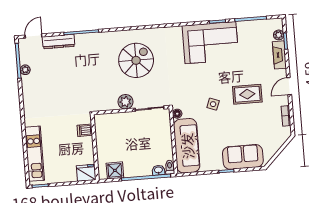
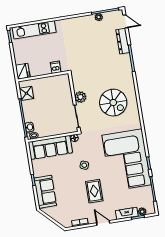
corner sofa: (210, 43) -> (127, 160), width x1.36, depth x1.36

